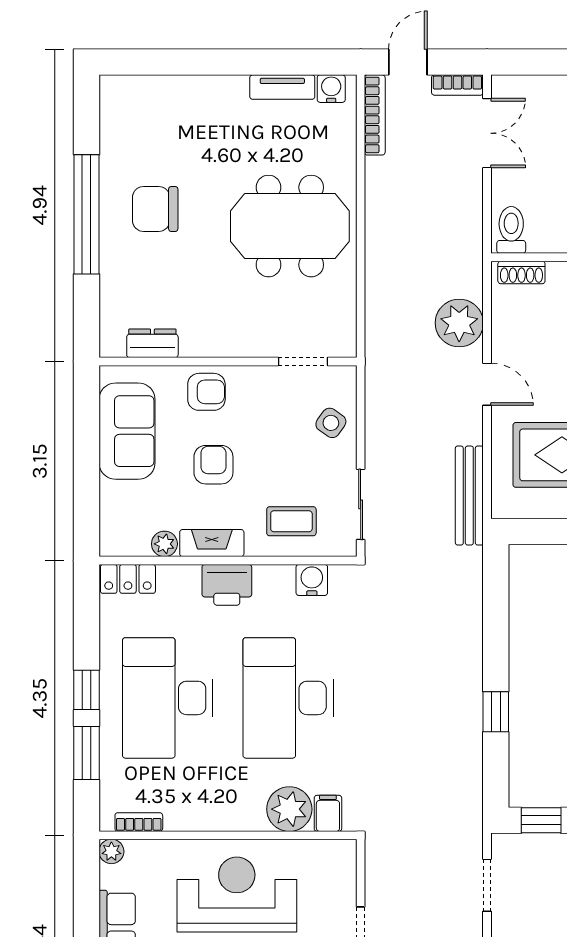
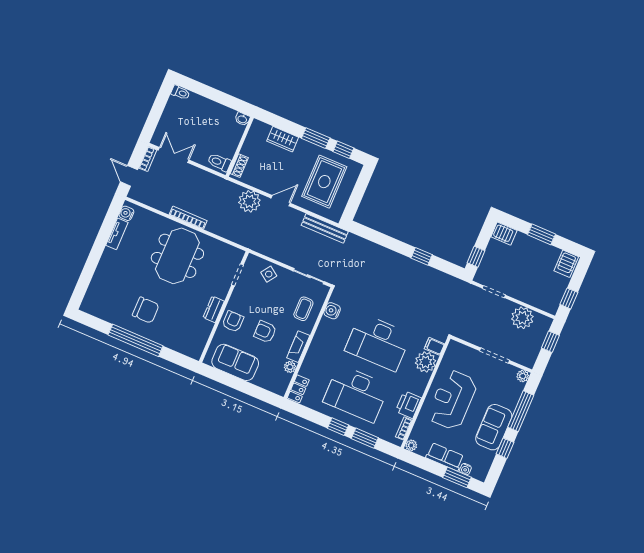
bookcase: (375, 115) -> (188, 218), moved
chair: (155, 209) -> (146, 310), turned -90
dresser: (152, 343) -> (214, 309), moved
printer: (227, 585) -> (408, 405), moved, turned 180

